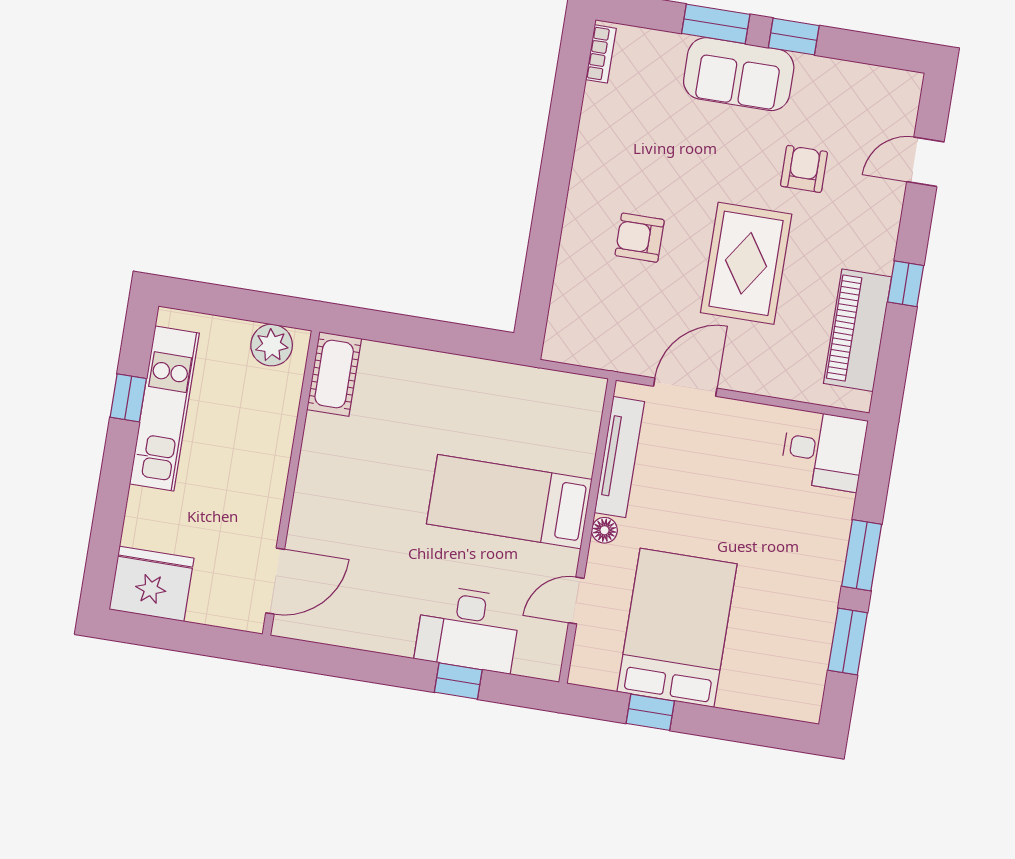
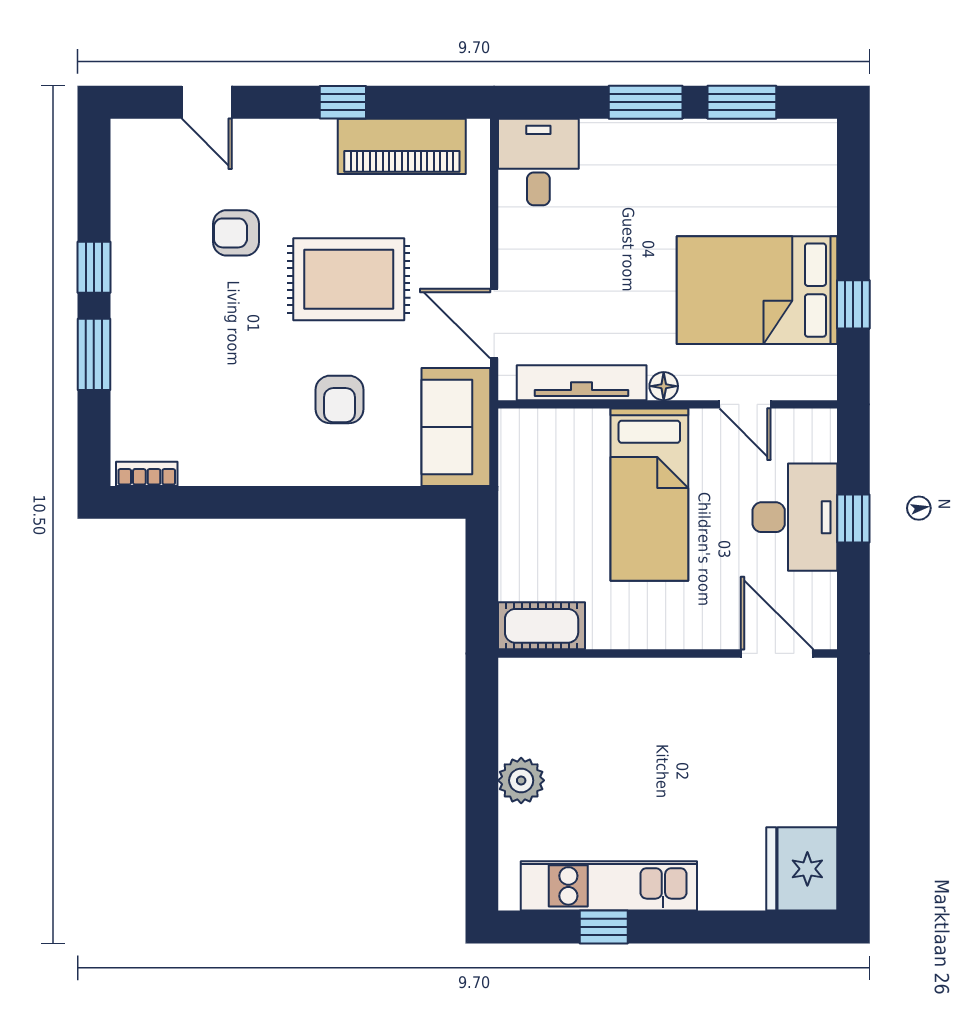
sofa: (739, 74) -> (456, 427), moved, turned 180
cot: (334, 374) -> (542, 626), moved
wall: (291, 483) -> (668, 653), moved
door: (275, 581) -> (777, 653), moved

